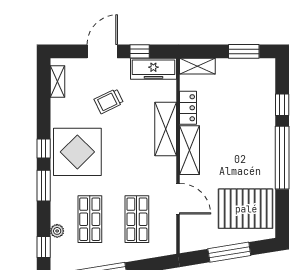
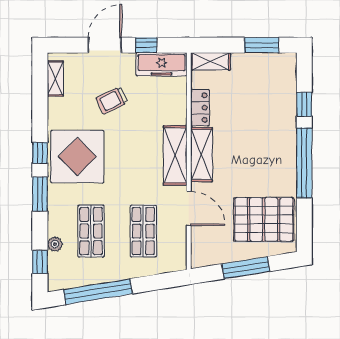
shelving: (166, 129) -> (175, 155), moved

